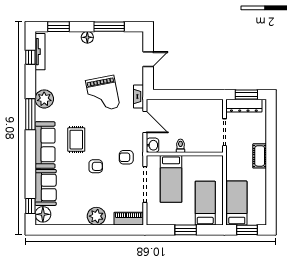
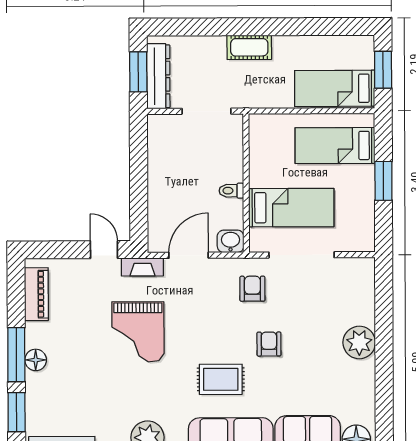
window: (109, 27) -> (16, 355), moved
door: (148, 59) -> (104, 250), moved
grand piano: (103, 94) -> (138, 332), turned 101
armchair: (126, 157) -> (252, 289), turned 180
piano: (129, 219) -> (36, 294), moved, turned 180

